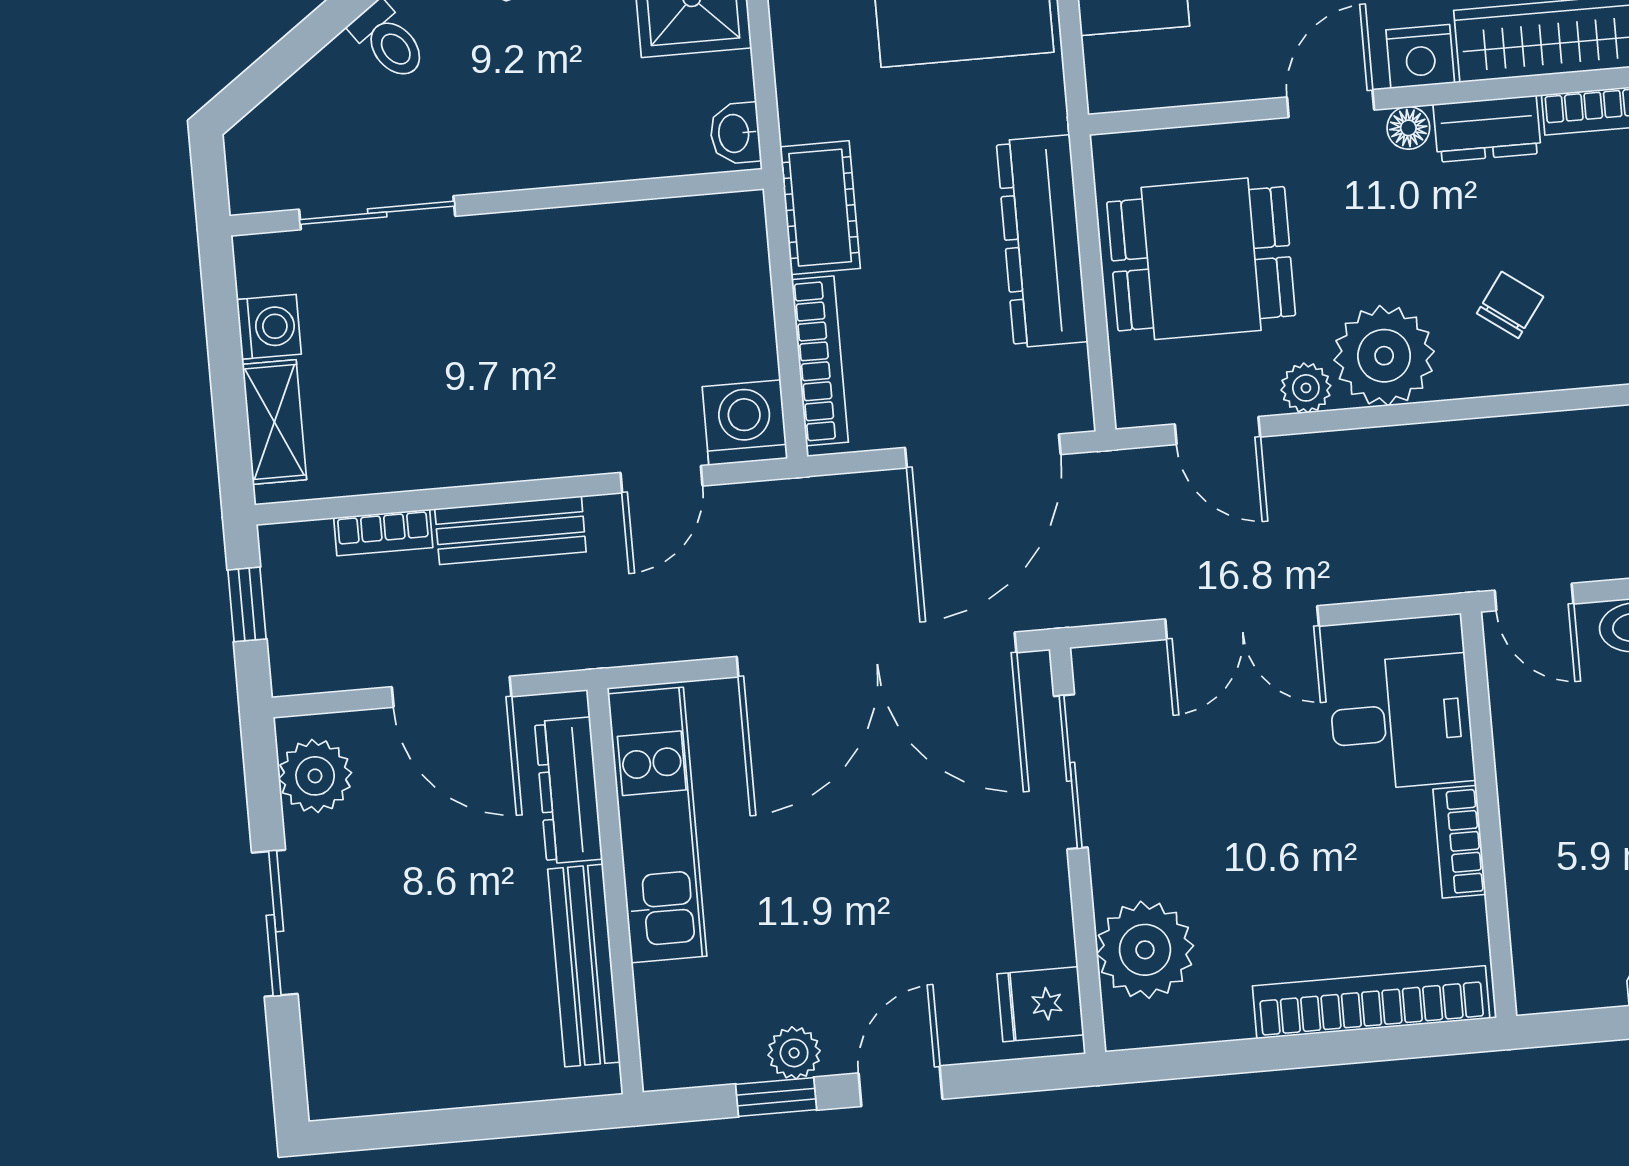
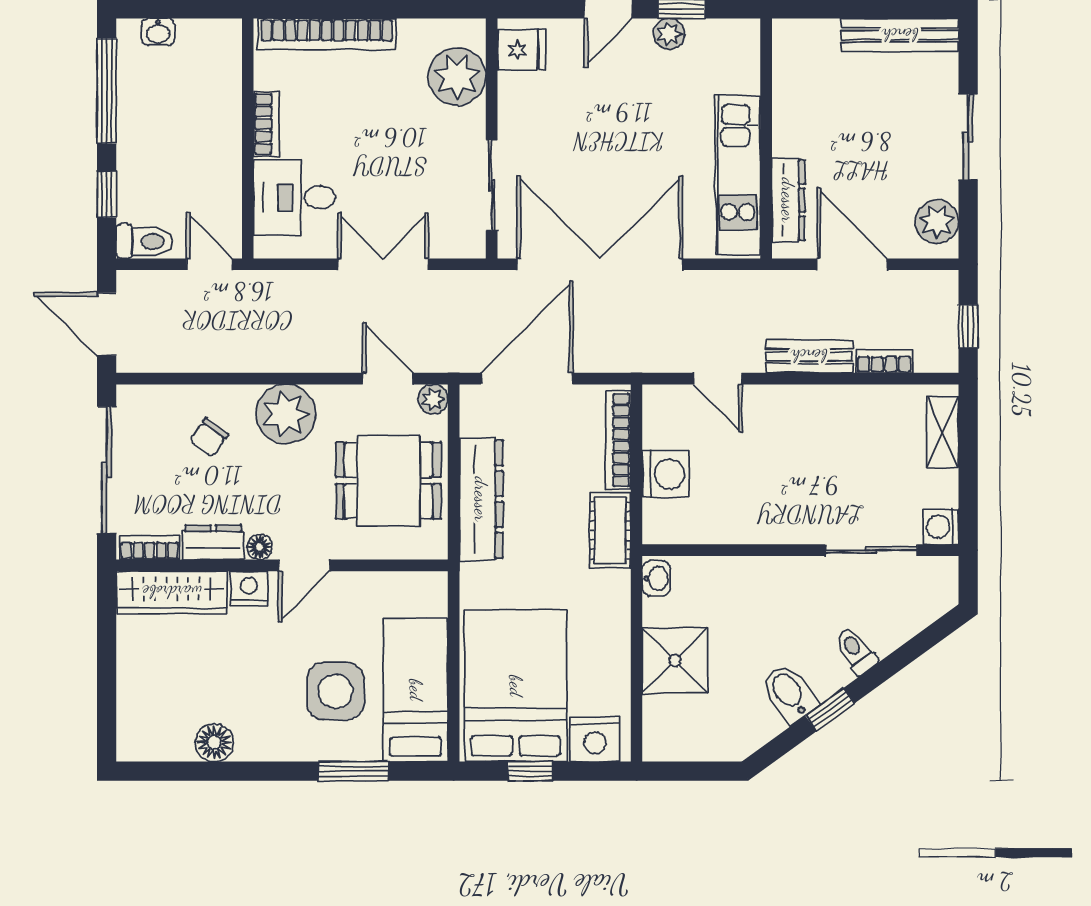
washing machine: (269, 327) -> (941, 527), moved
plant: (1306, 388) -> (433, 399), moved
washing machine: (745, 423) -> (666, 474), moved, turned -90
door: (661, 479) -> (718, 379), swing flipped
bench: (584, 966) -> (900, 35), moved, turned 90

